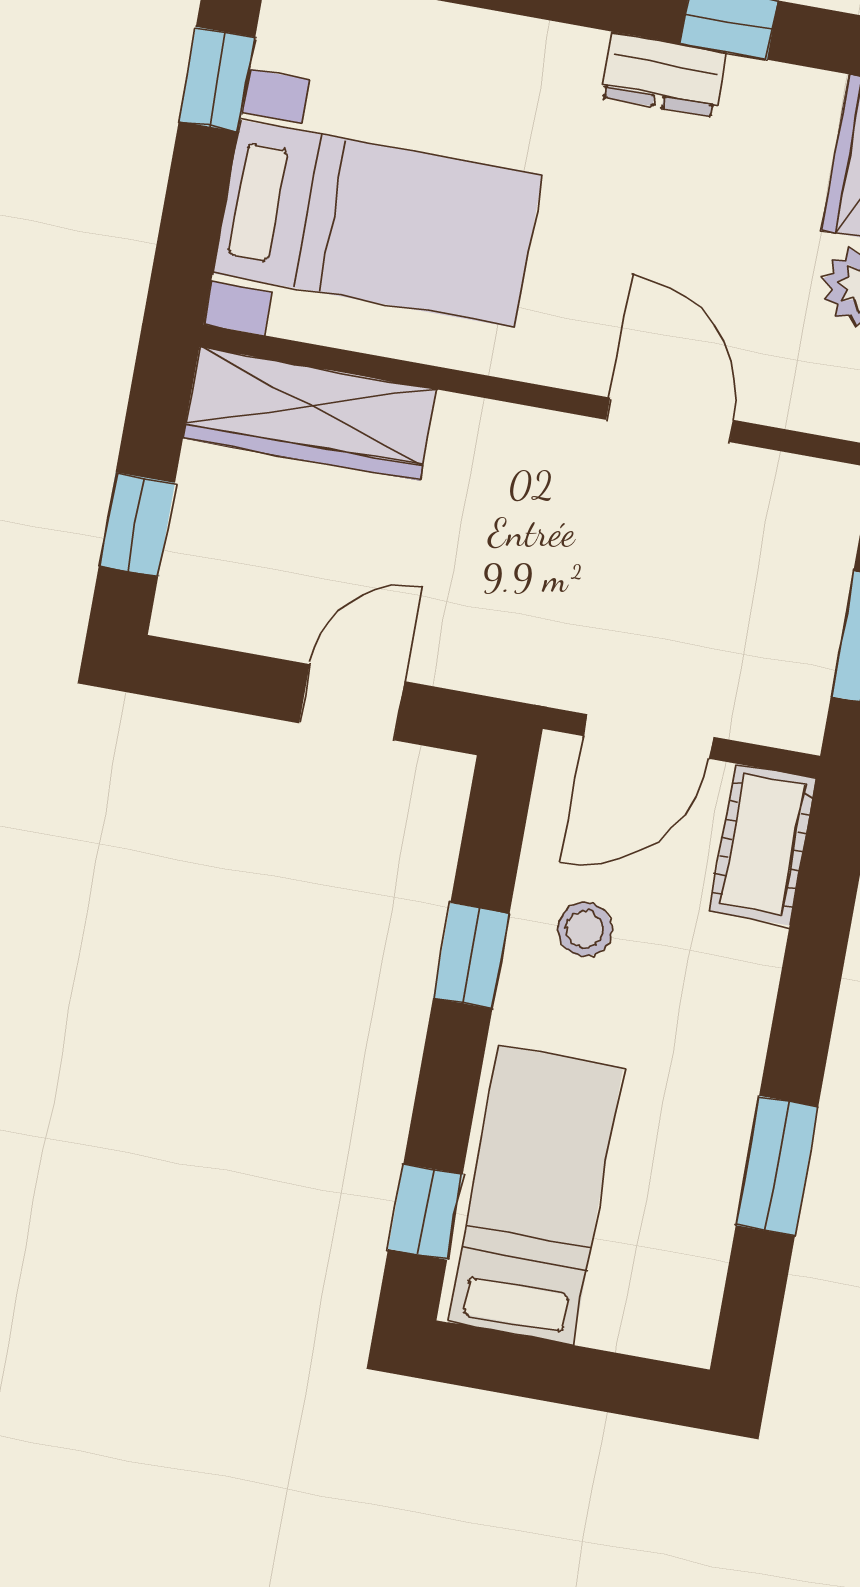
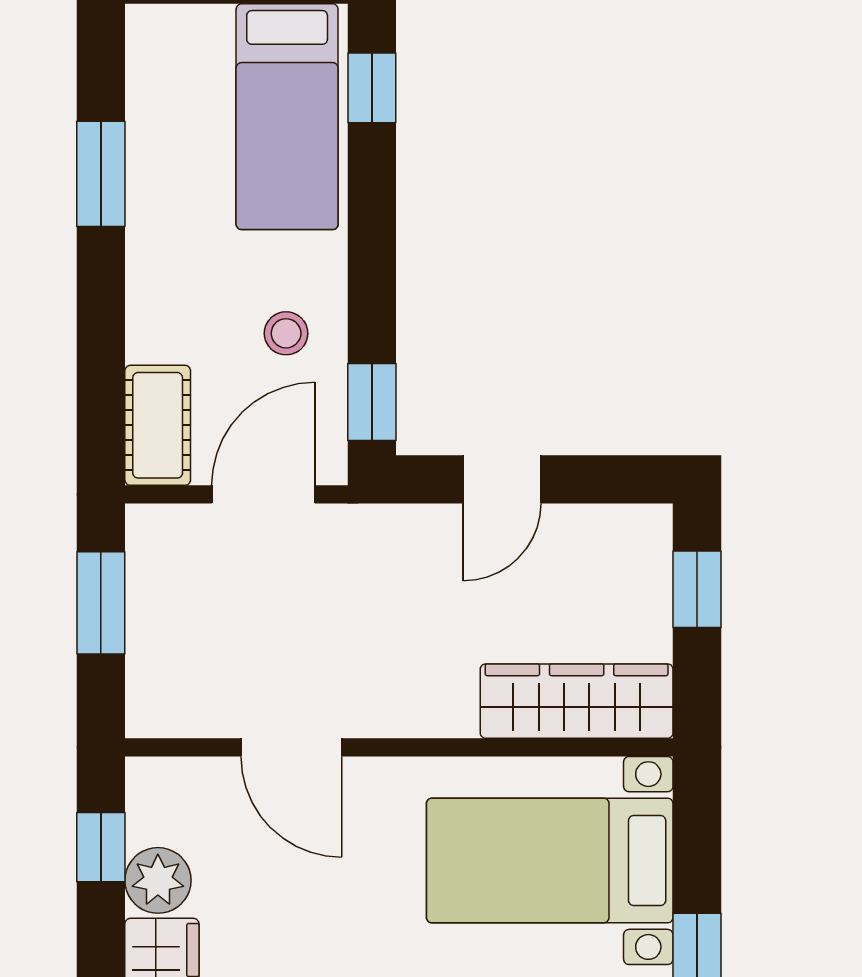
window: (471, 956) -> (372, 402), moved

